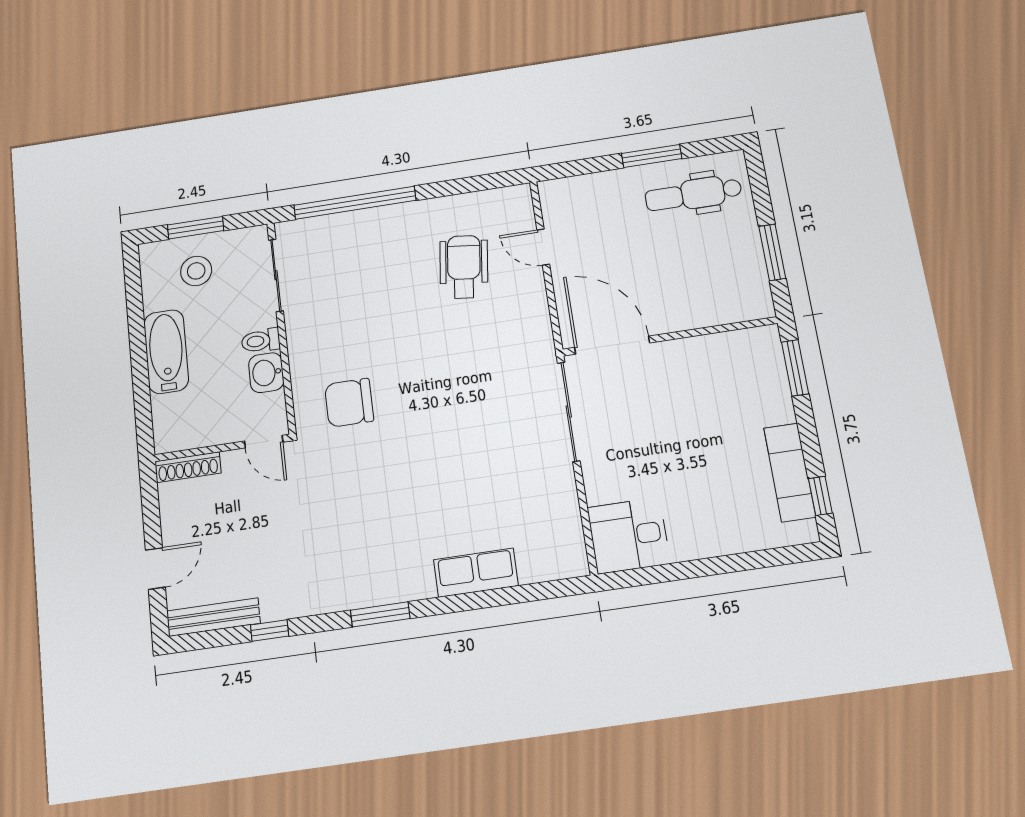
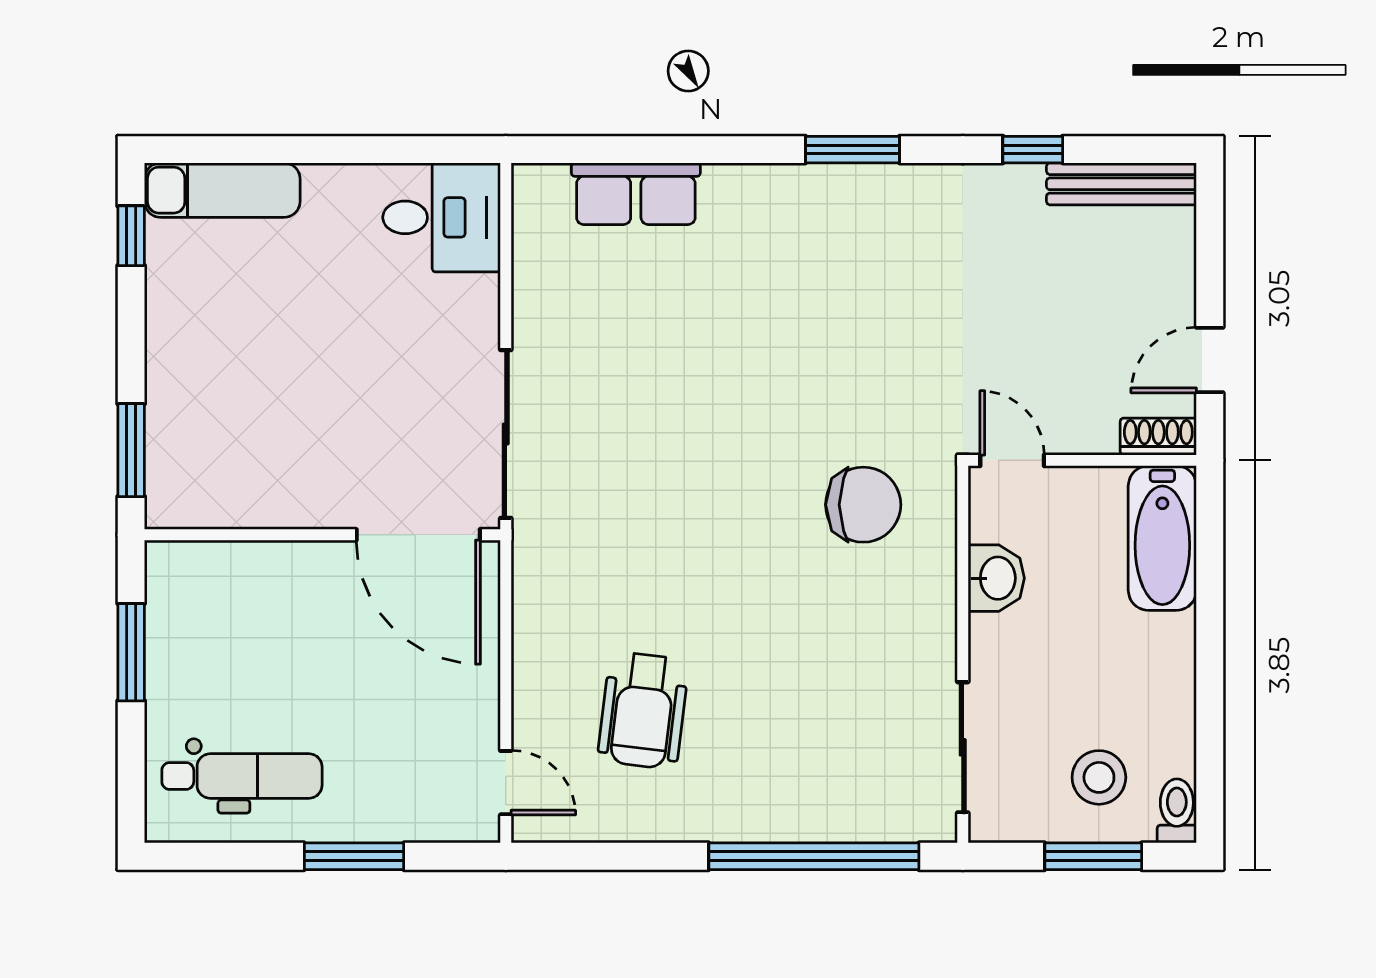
window: (652, 156) -> (354, 856), moved
door: (543, 247) -> (506, 783), moved
toilet: (261, 341) -> (1177, 811), moved, turned -90
bathtub: (166, 352) -> (1162, 538), moved
shoe rack: (188, 467) -> (1158, 437), width x0.70
exam couch: (790, 472) -> (222, 190), moved, turned 90
door: (155, 569) -> (1210, 360), moved
row of seats: (476, 573) -> (636, 194), moved

